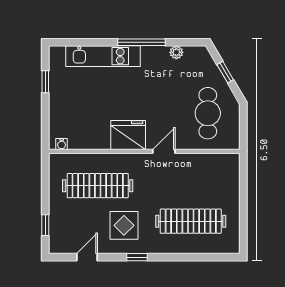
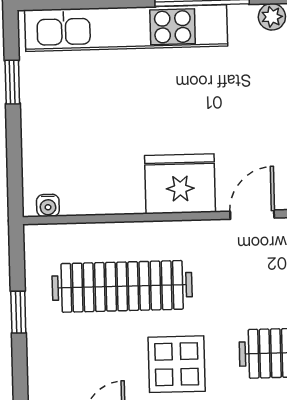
kitchen unit: (103, 56) -> (126, 28), width x1.36
window: (45, 225) -> (18, 312), moved

